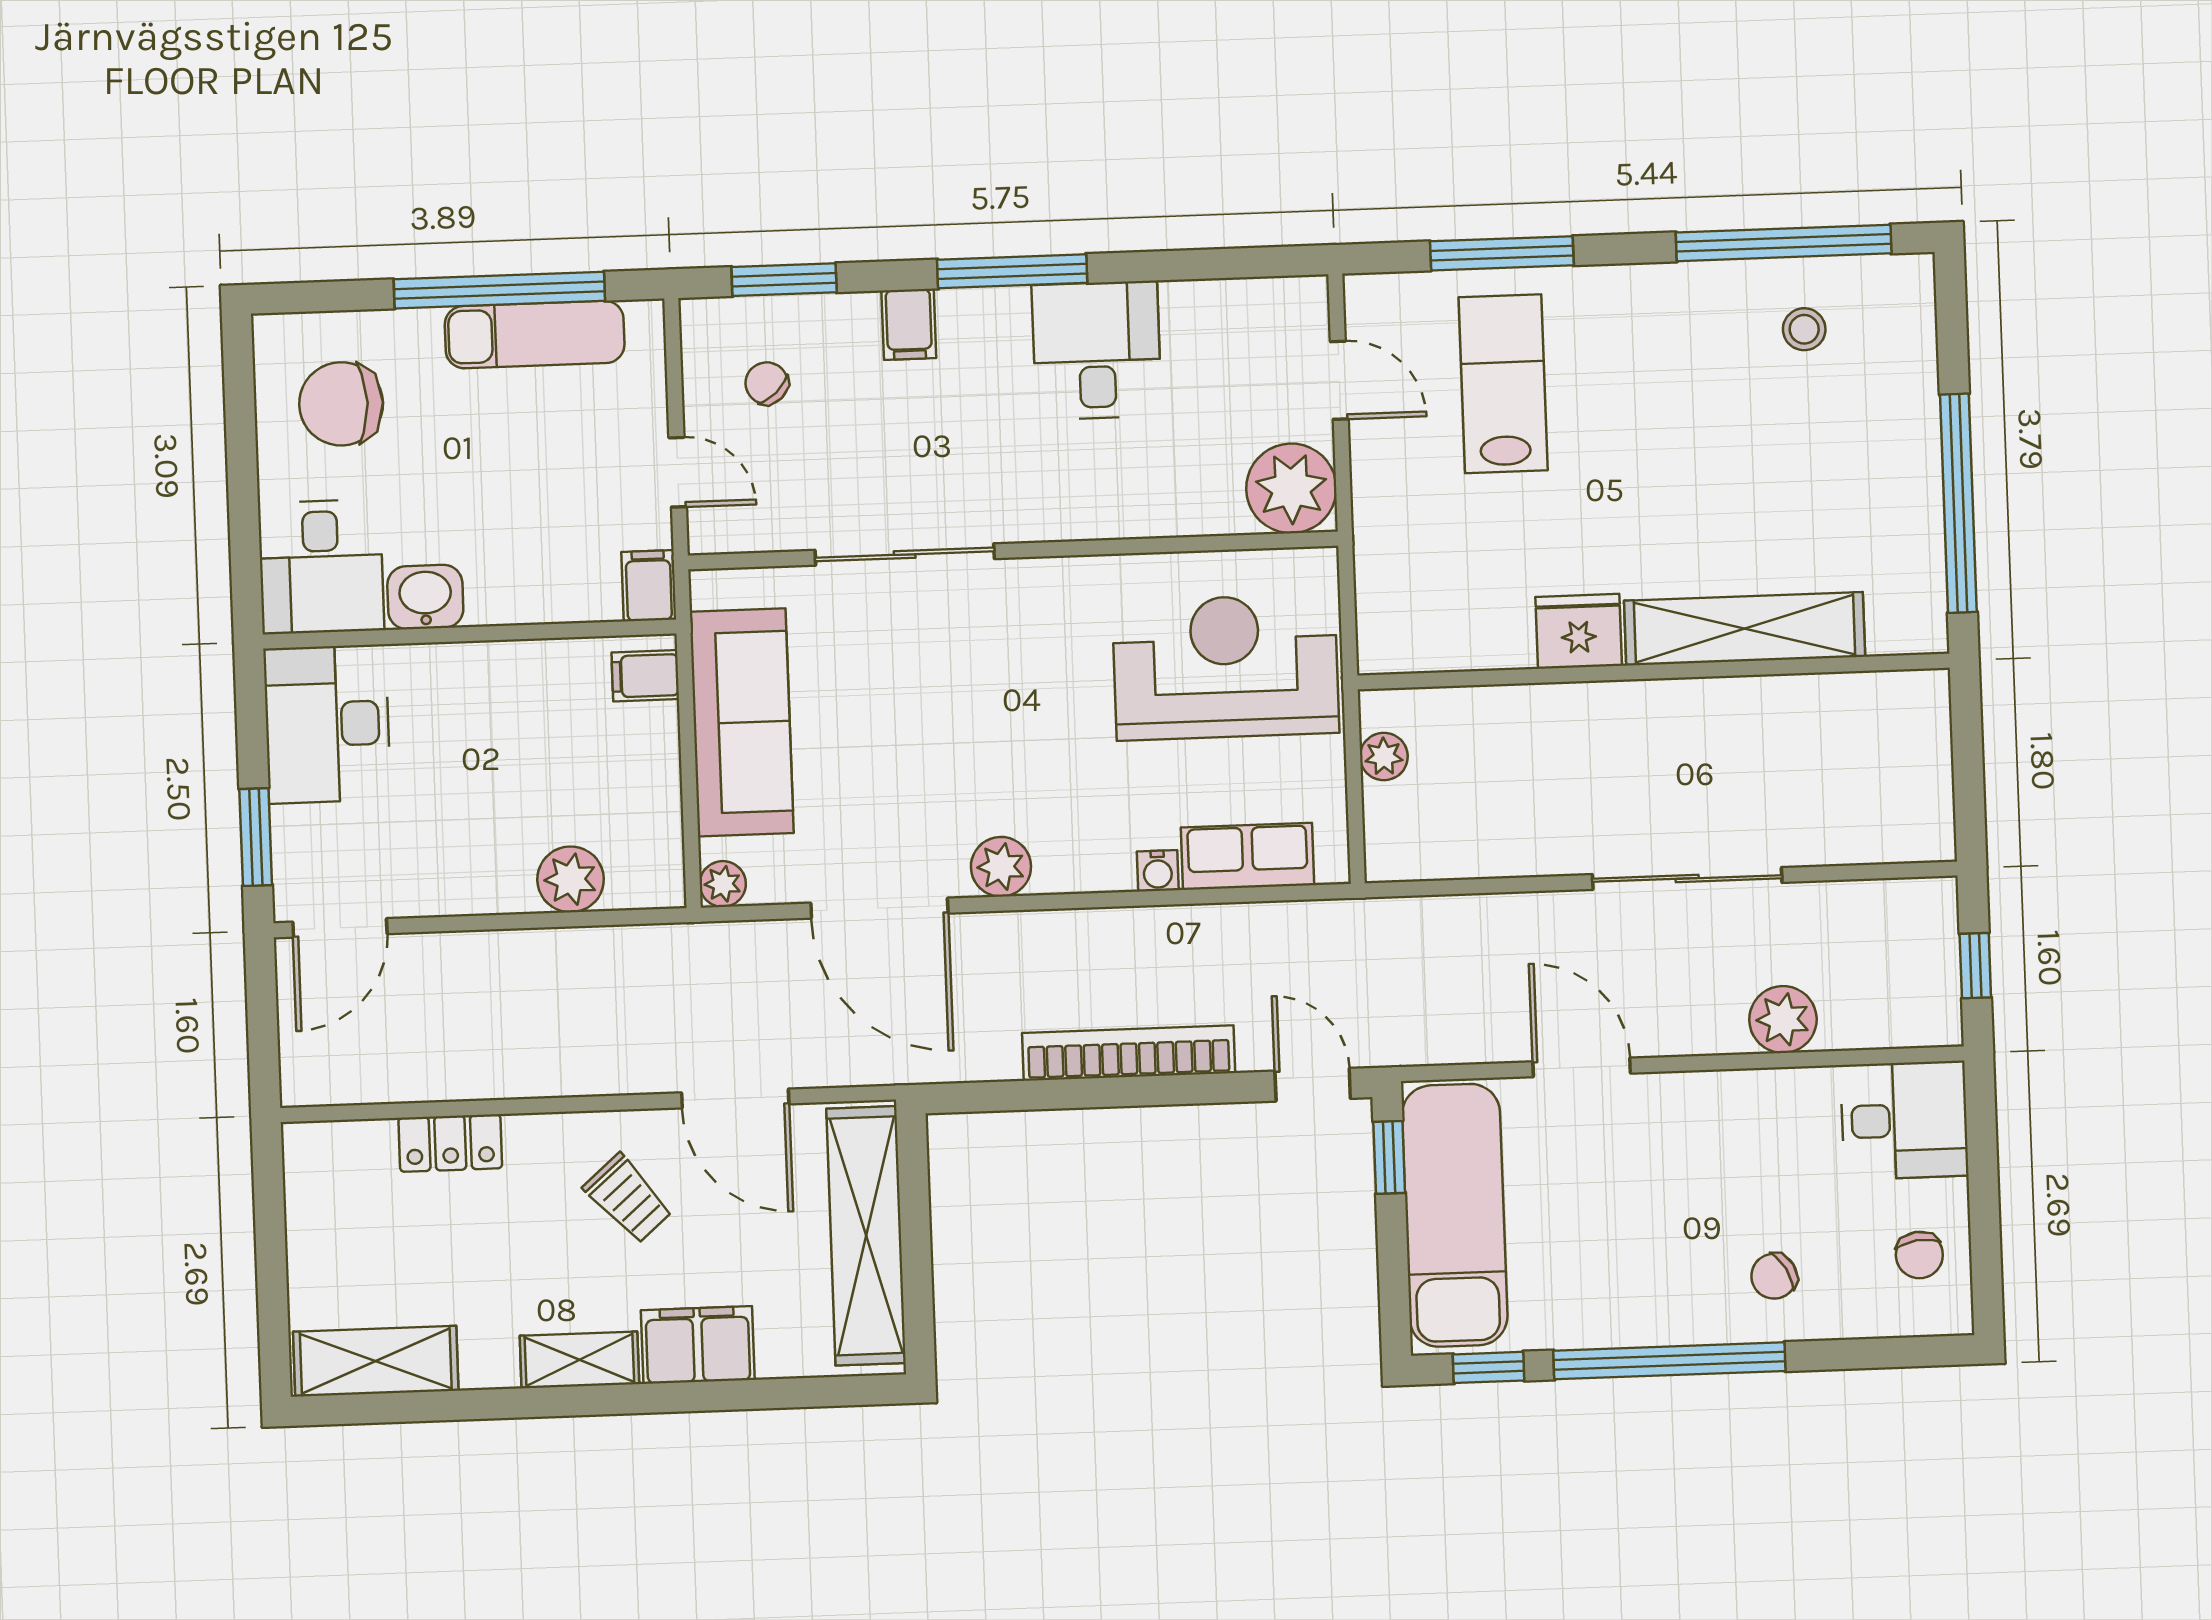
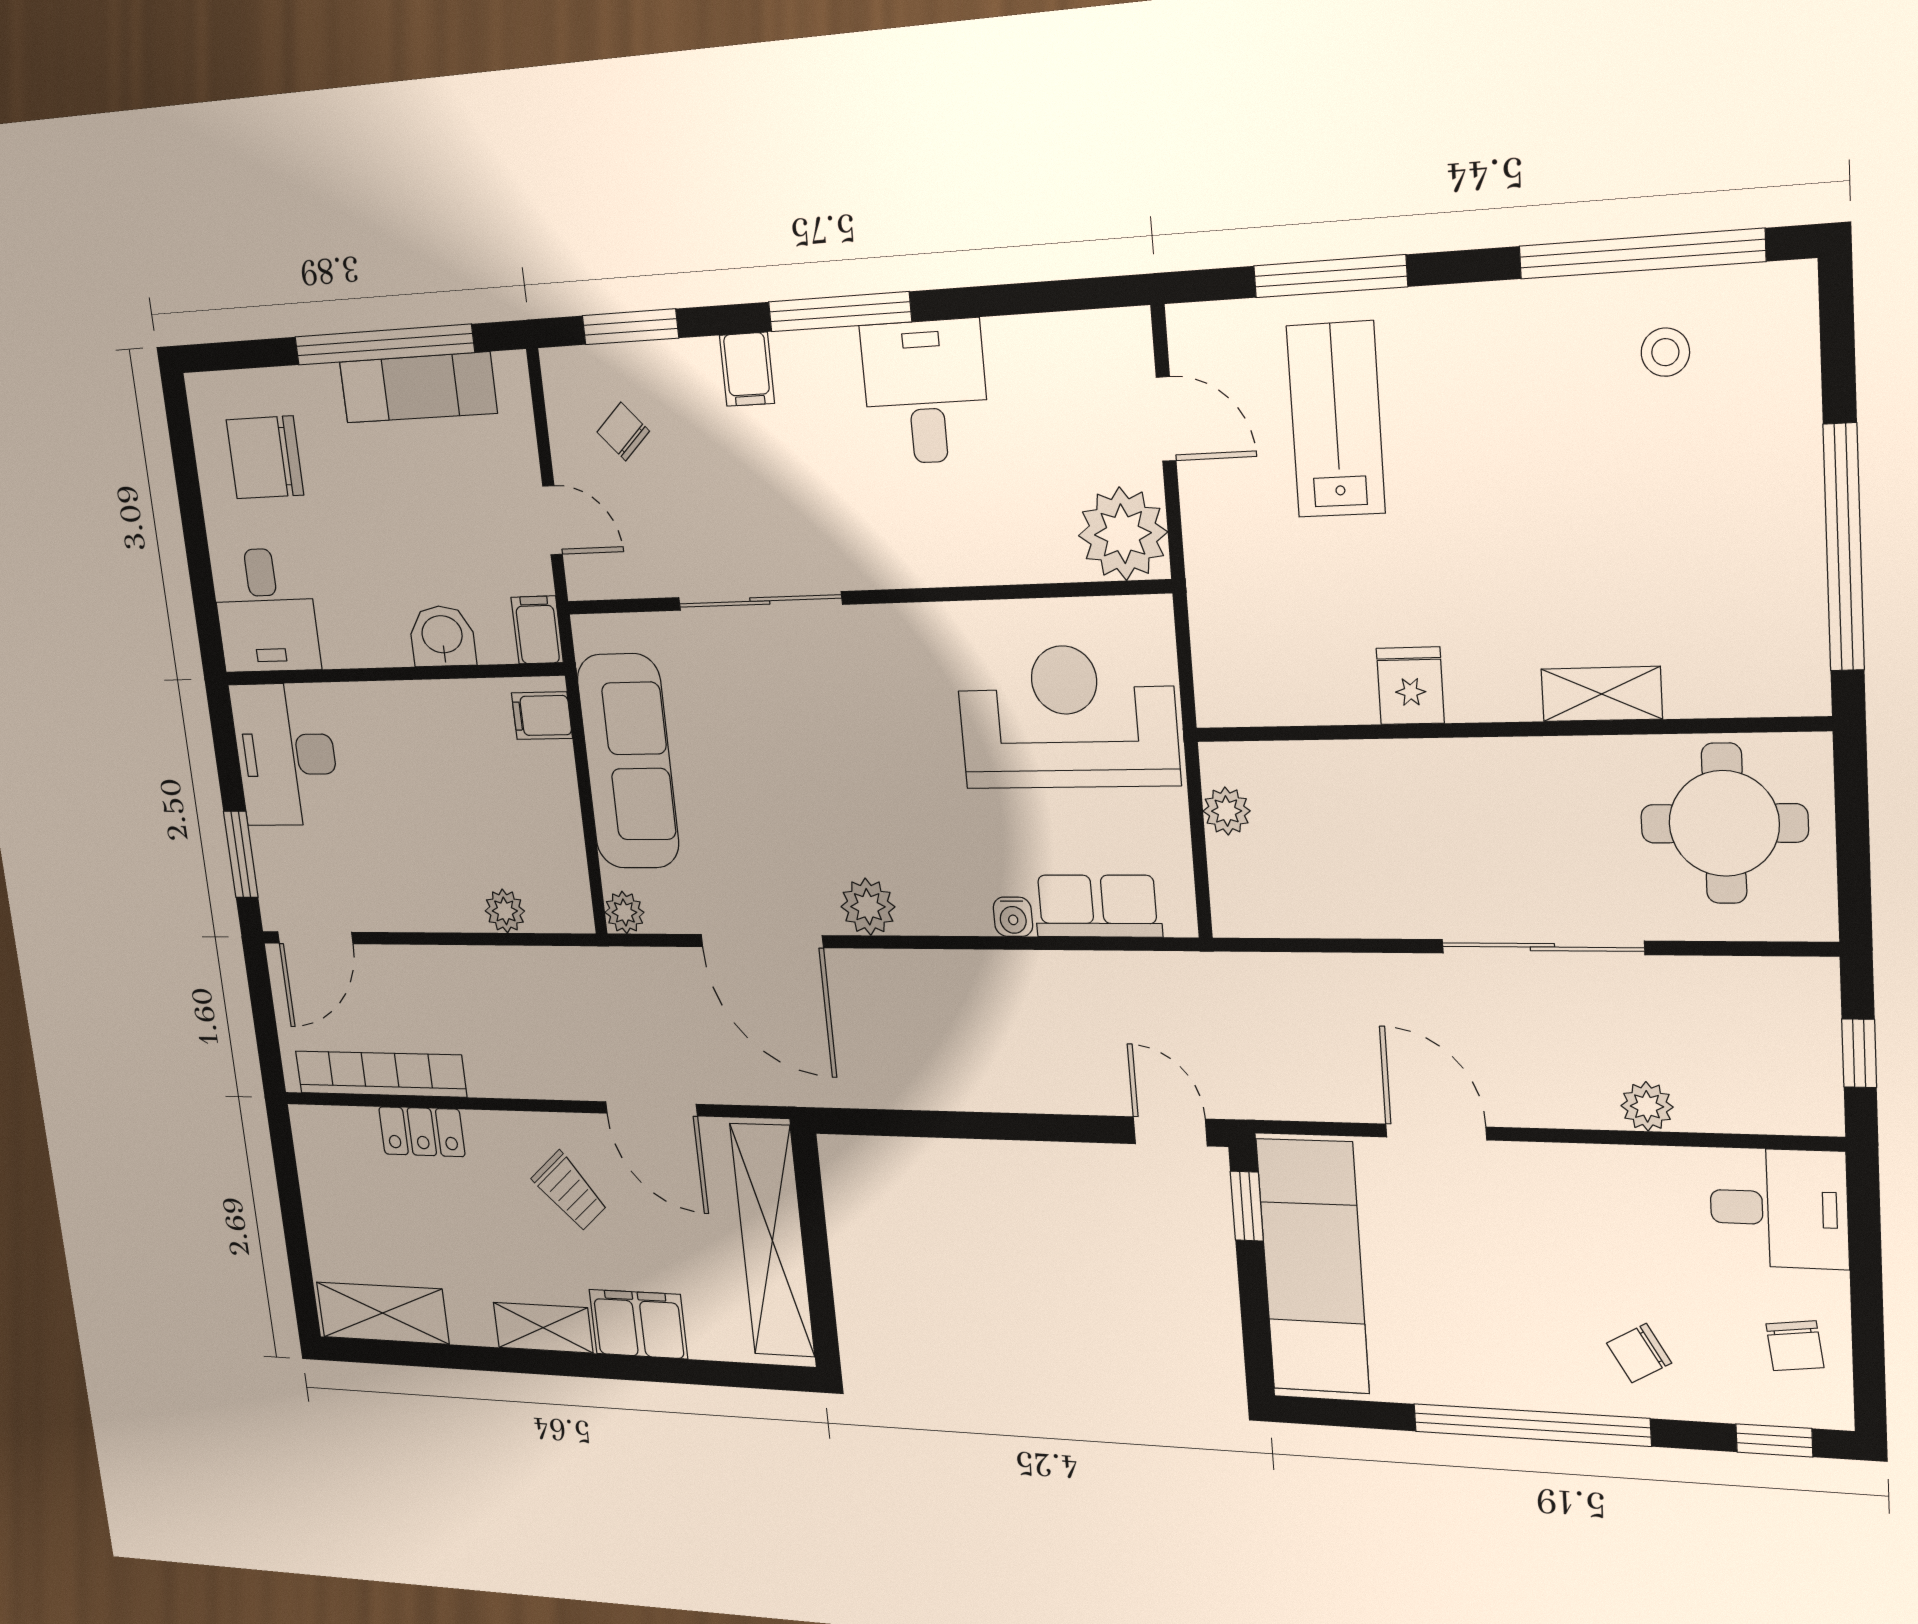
washbasin: (425, 597) -> (442, 636), moved
shelving: (1745, 629) -> (1602, 694), width x0.45, depth x0.75
fridge: (1579, 631) -> (1410, 686), width x0.72
round table: (1855, 755) -> (1724, 823), added
plant: (571, 879) -> (505, 911), width x0.73, depth x0.73
plant: (1783, 1019) -> (1647, 1106), width x0.73, depth x0.73
bookcase: (1129, 1053) -> (381, 1074), moved
window: (1489, 1367) -> (1774, 1440), moved

